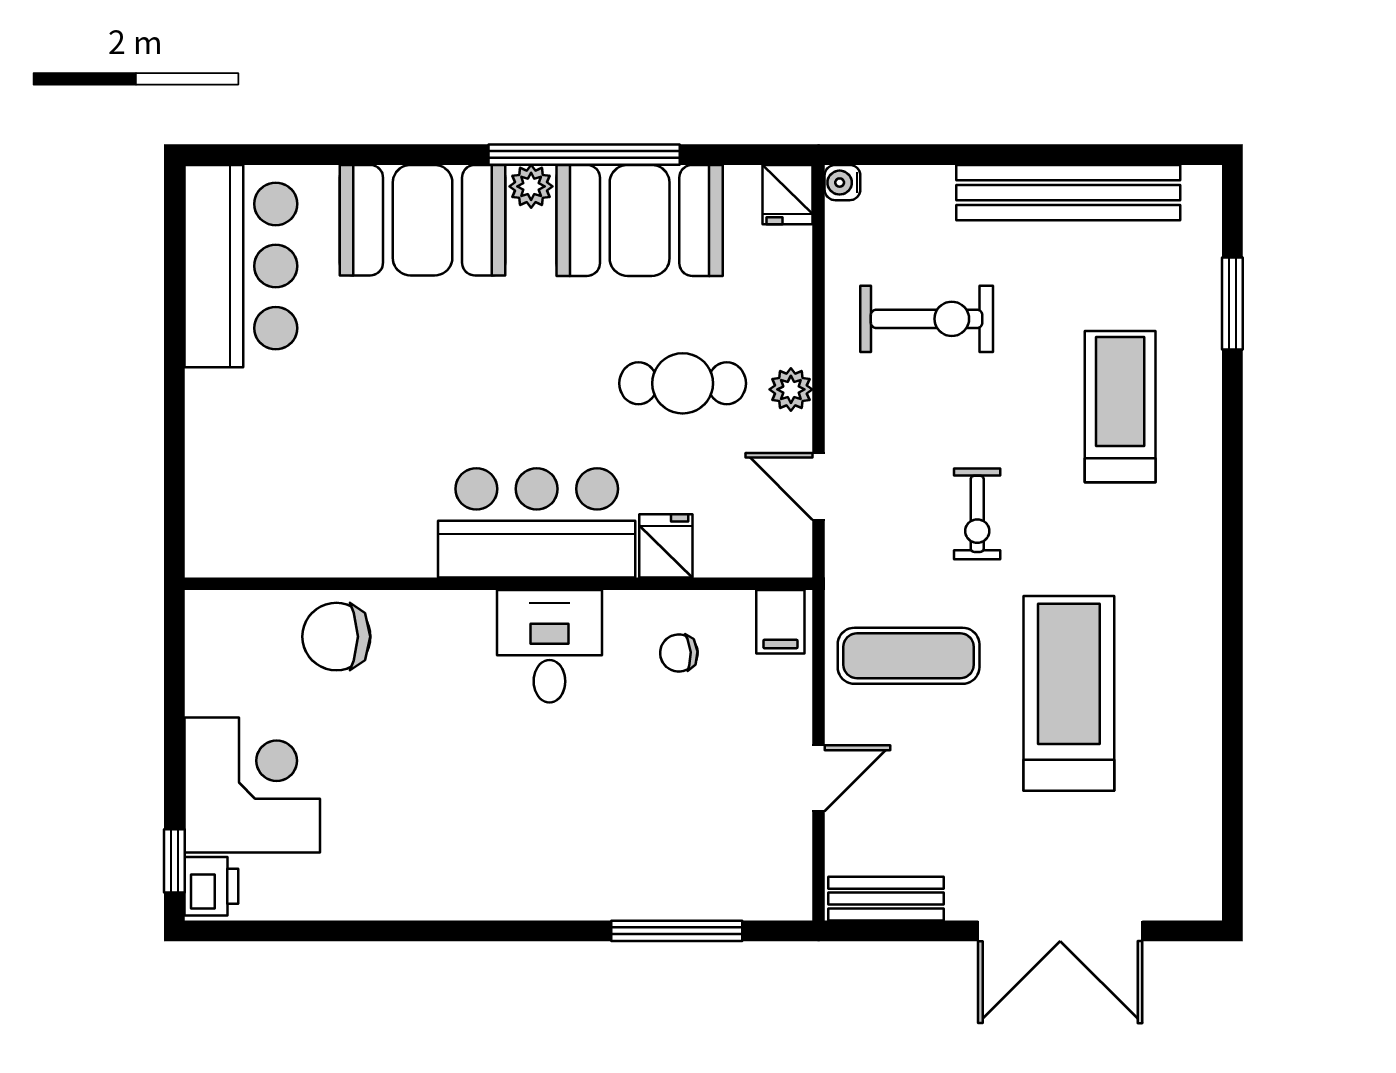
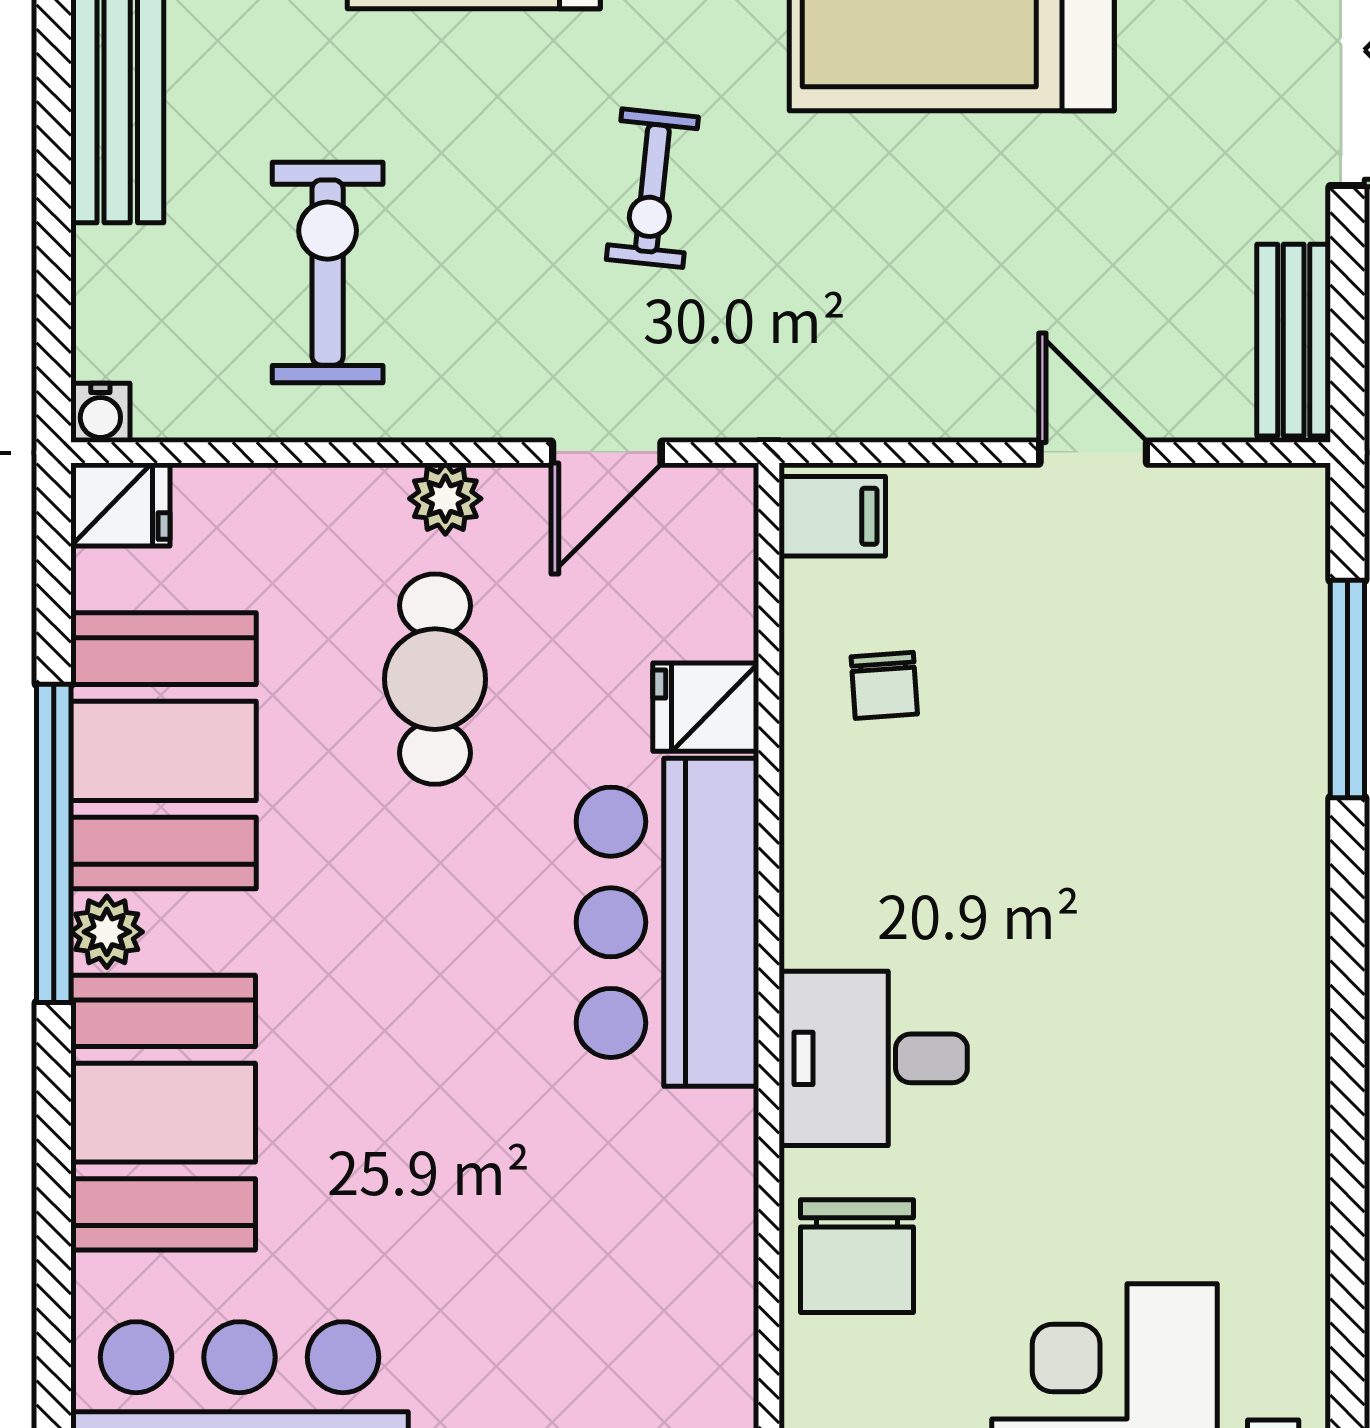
exercise bike: (977, 514) -> (652, 188), turned 96
desk: (549, 646) -> (873, 1058), moved
exercise mat: (909, 656) -> (889, 303), removed

